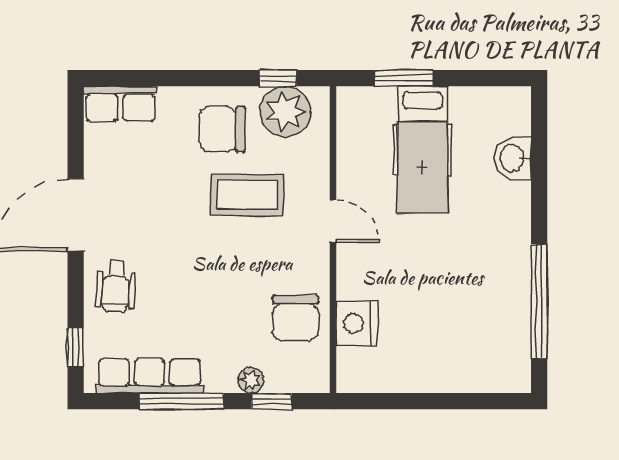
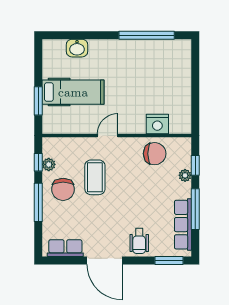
window: (195, 78) -> (38, 202), added
row of seats: (120, 104) -> (65, 248), moved, turned -90
plant: (285, 112) -> (49, 164), width x0.53, depth x0.53
wheelchair: (116, 286) -> (139, 241), turned 87
window: (76, 347) -> (169, 261), width x1.50

